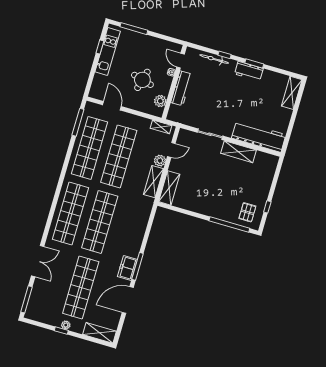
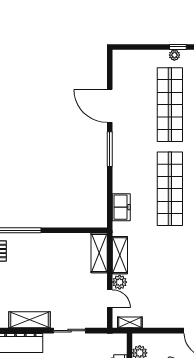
door: (171, 150) -> (110, 299), swing flipped
shop shelf: (119, 156) -> (170, 273), removed
freezer: (127, 268) -> (121, 207), moved
door: (128, 300) -> (110, 106), swing flipped
shelving: (99, 333) -> (132, 57), removed

